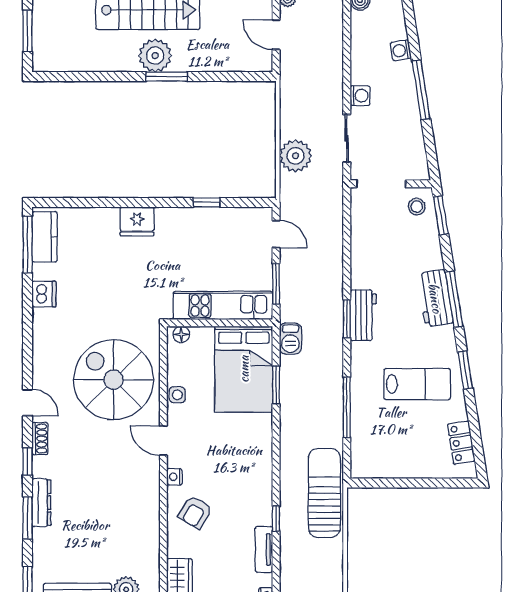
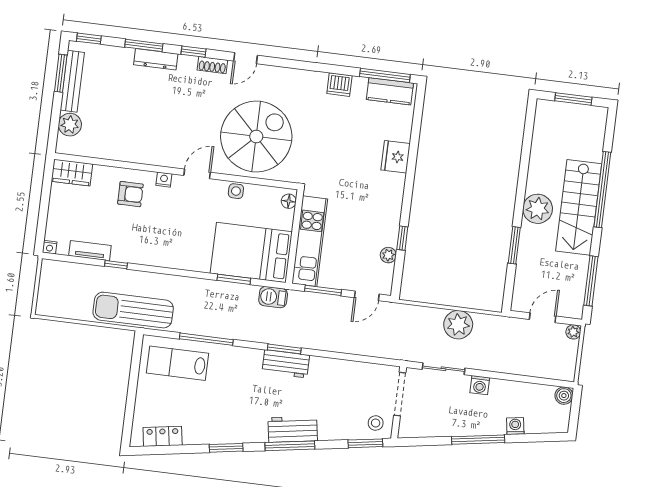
window: (167, 77) -> (514, 245), moved
plant: (296, 156) -> (458, 325), moved
plant: (228, 216) -> (388, 255), added
fridge: (137, 221) -> (396, 157), moved
lab bench: (417, 384) -> (177, 363), moved, turned 90
sun lounger: (324, 493) -> (133, 310), turned 180
armchair: (195, 512) -> (130, 194), turned 149

